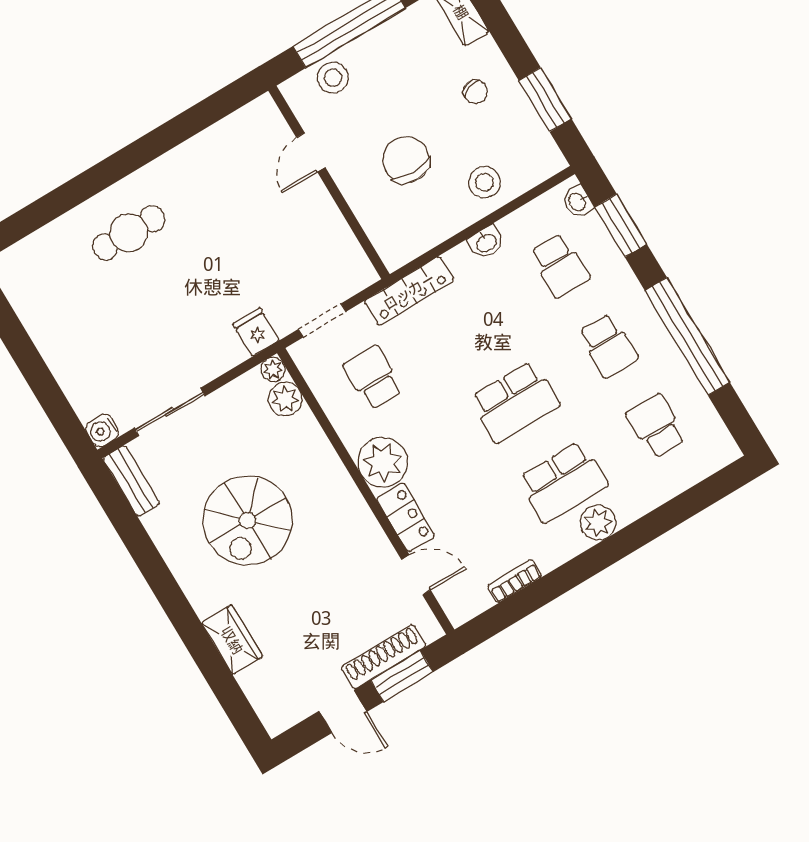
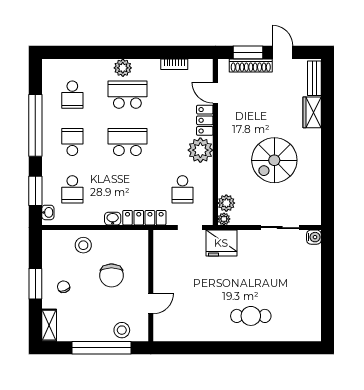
window: (545, 100) -> (35, 284), moved
washbasin: (486, 242) -> (113, 219), moved
school desk: (560, 266) -> (72, 189), turned 180
fridge: (256, 332) -> (221, 243), width x1.88, depth x1.34
bench: (131, 481) -> (314, 78), moved
spiral stairs: (247, 520) -> (274, 160), turned 180

